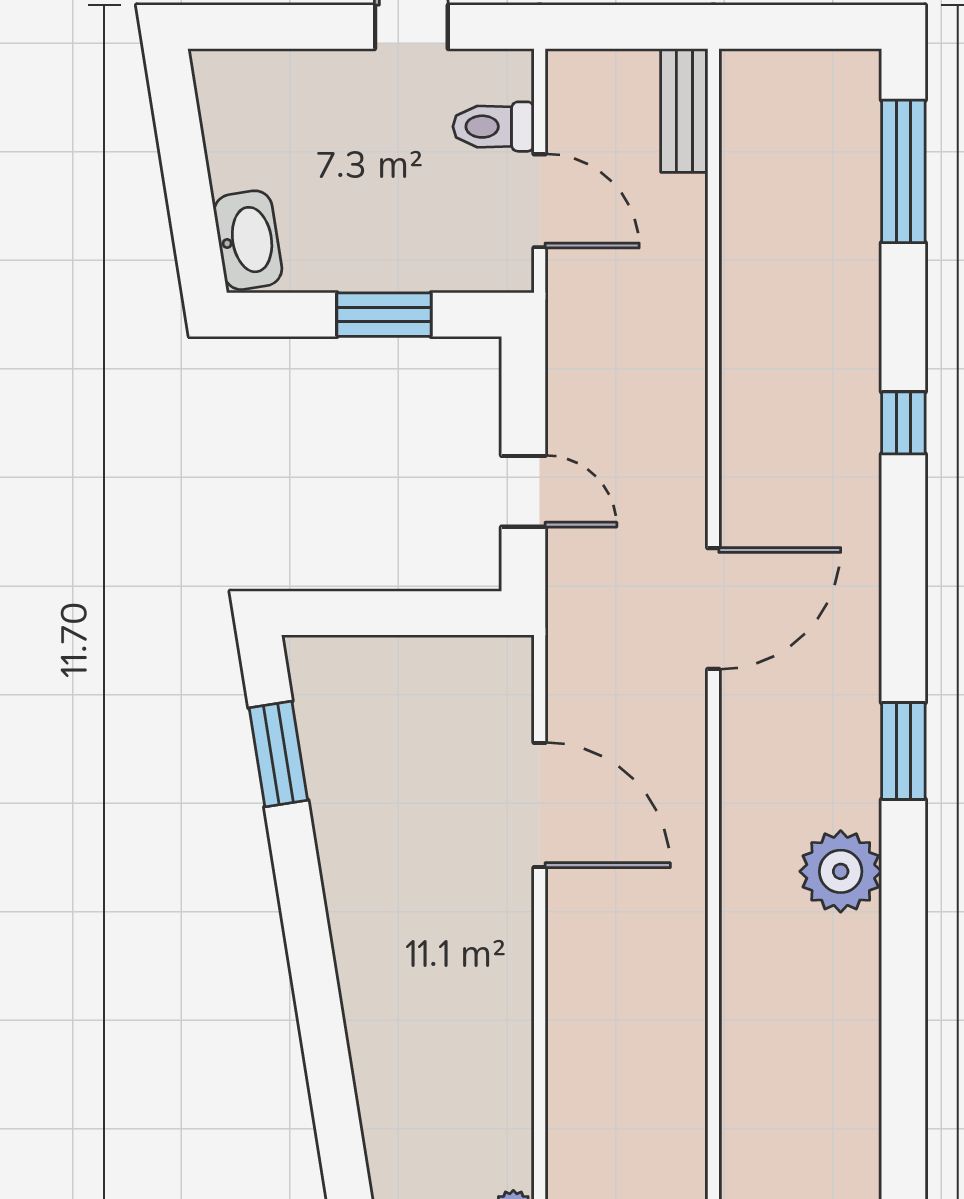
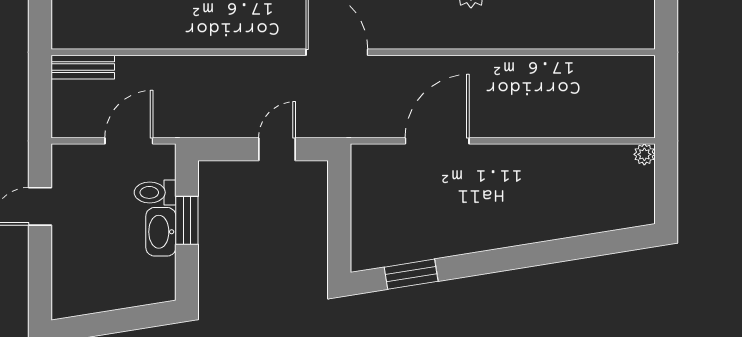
toilet: (494, 127) -> (155, 192), moved, turned 90
washbasin: (248, 240) -> (161, 232), moved, turned -81

